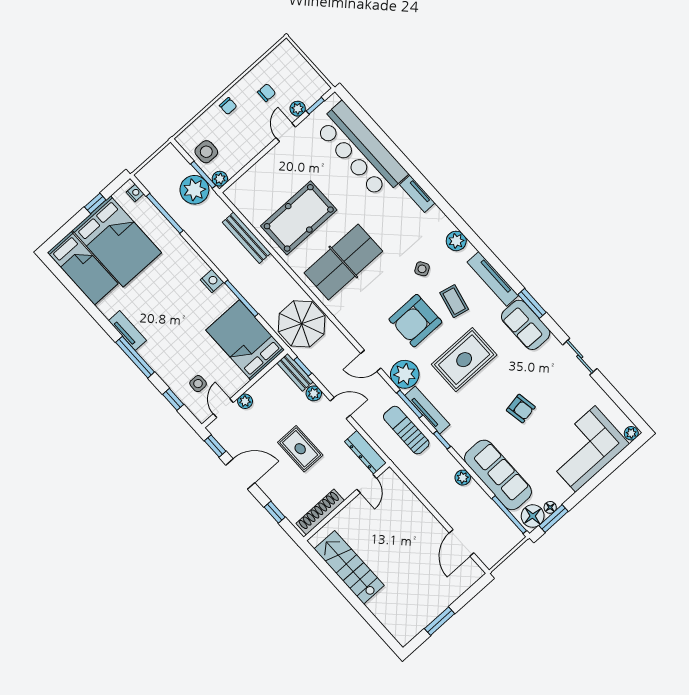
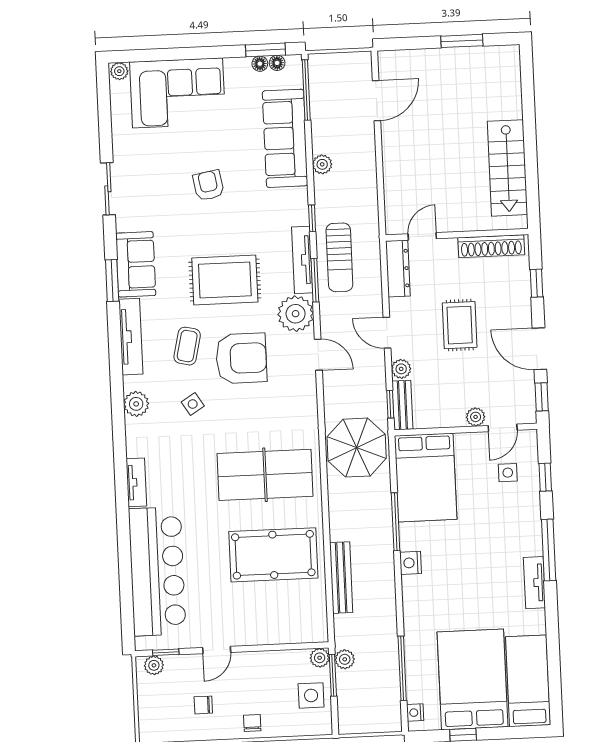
plant: (298, 109) -> (154, 665), moved
plant: (194, 190) -> (345, 659), width x0.53, depth x0.53
floor lamp: (533, 516) -> (277, 63), width x0.53, depth x0.53

